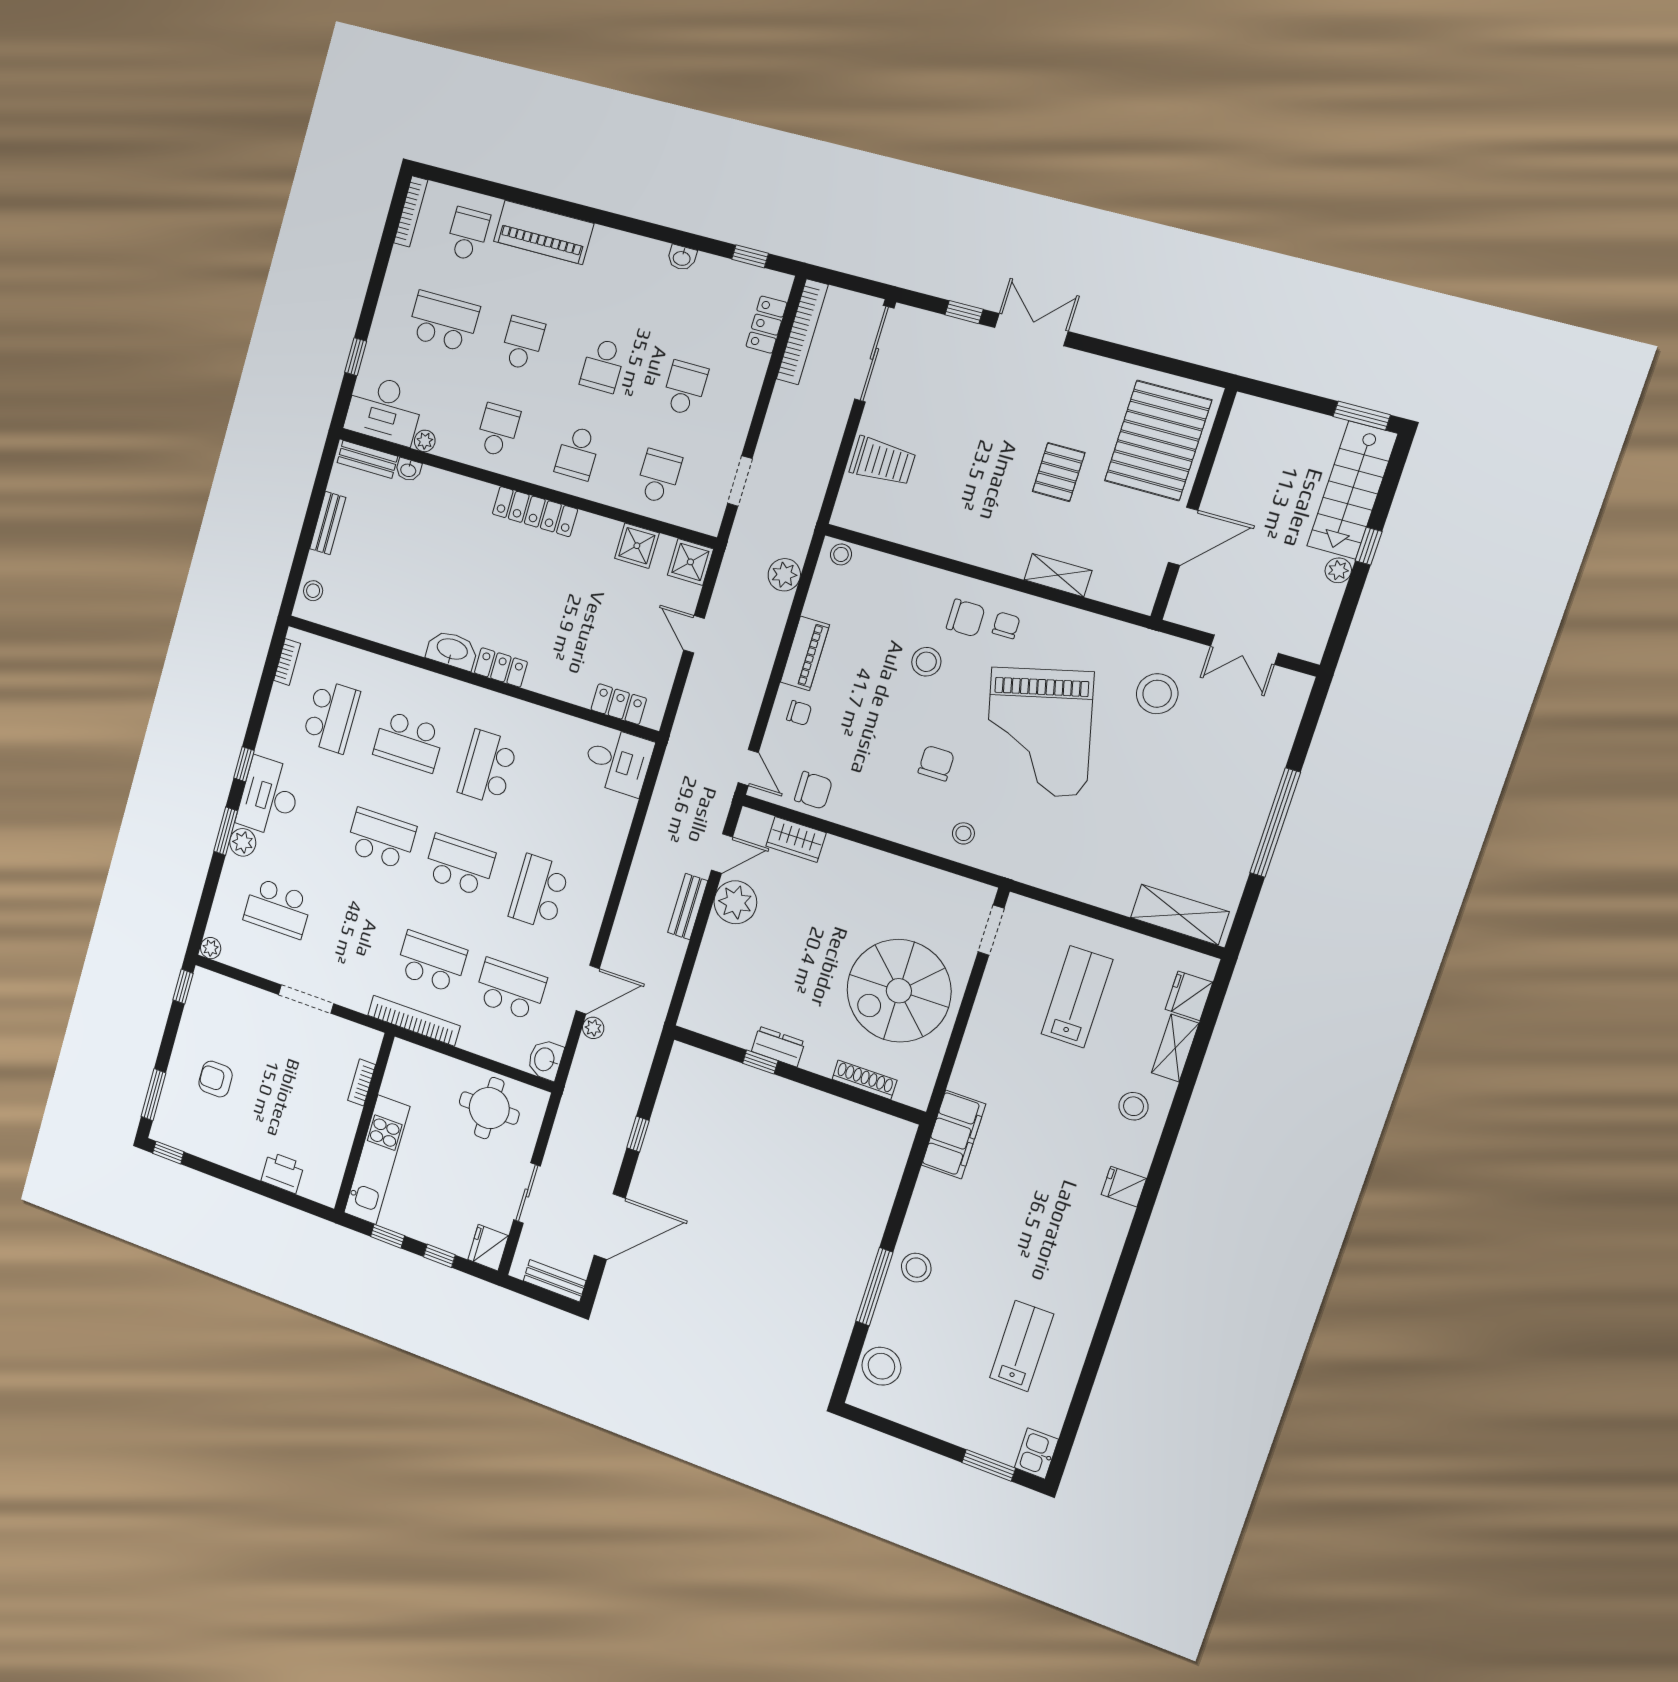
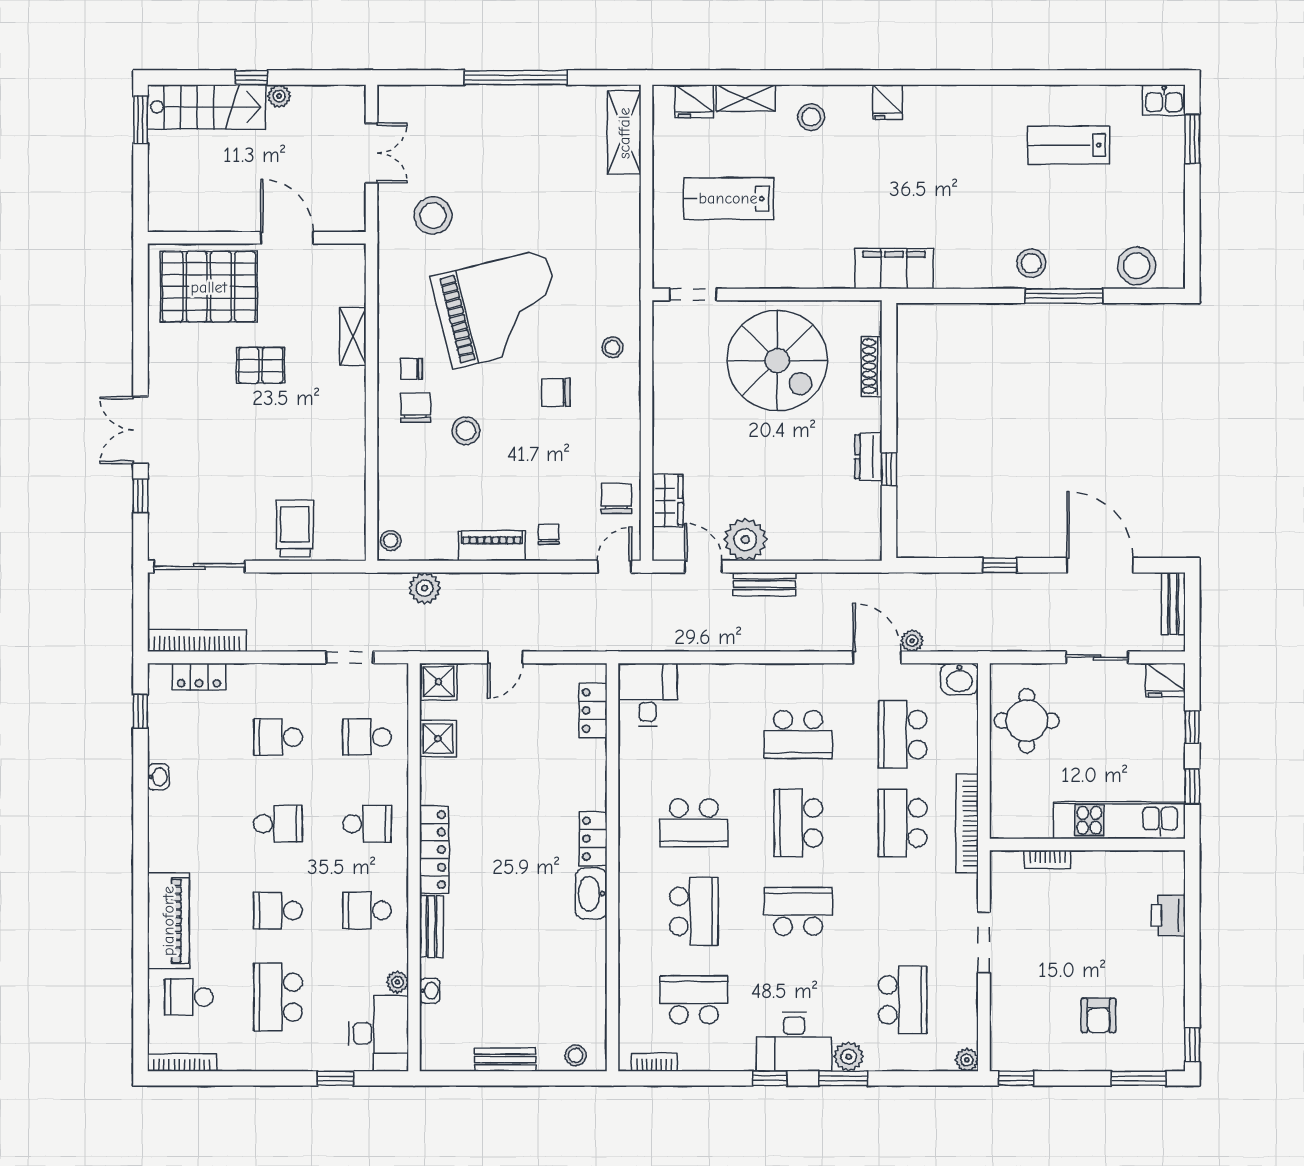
bench: (367, 459) -> (432, 927), moved
school desk: (381, 839) -> (798, 911), turned 90

